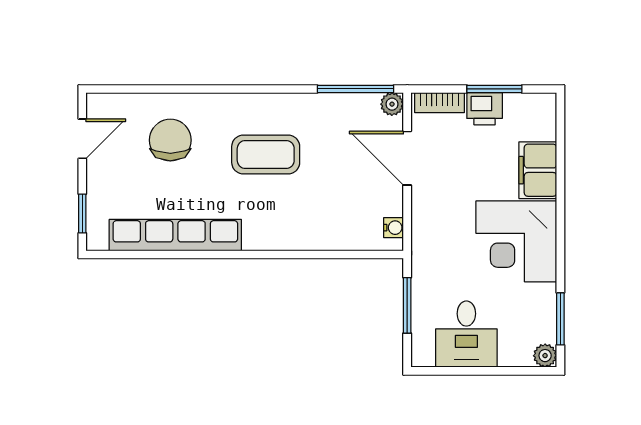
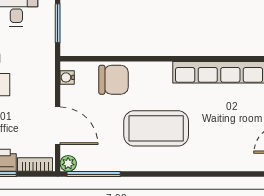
chair: (170, 140) -> (114, 80), moved, turned -90
coffee table: (266, 155) -> (156, 128), width x1.36, depth x1.32

